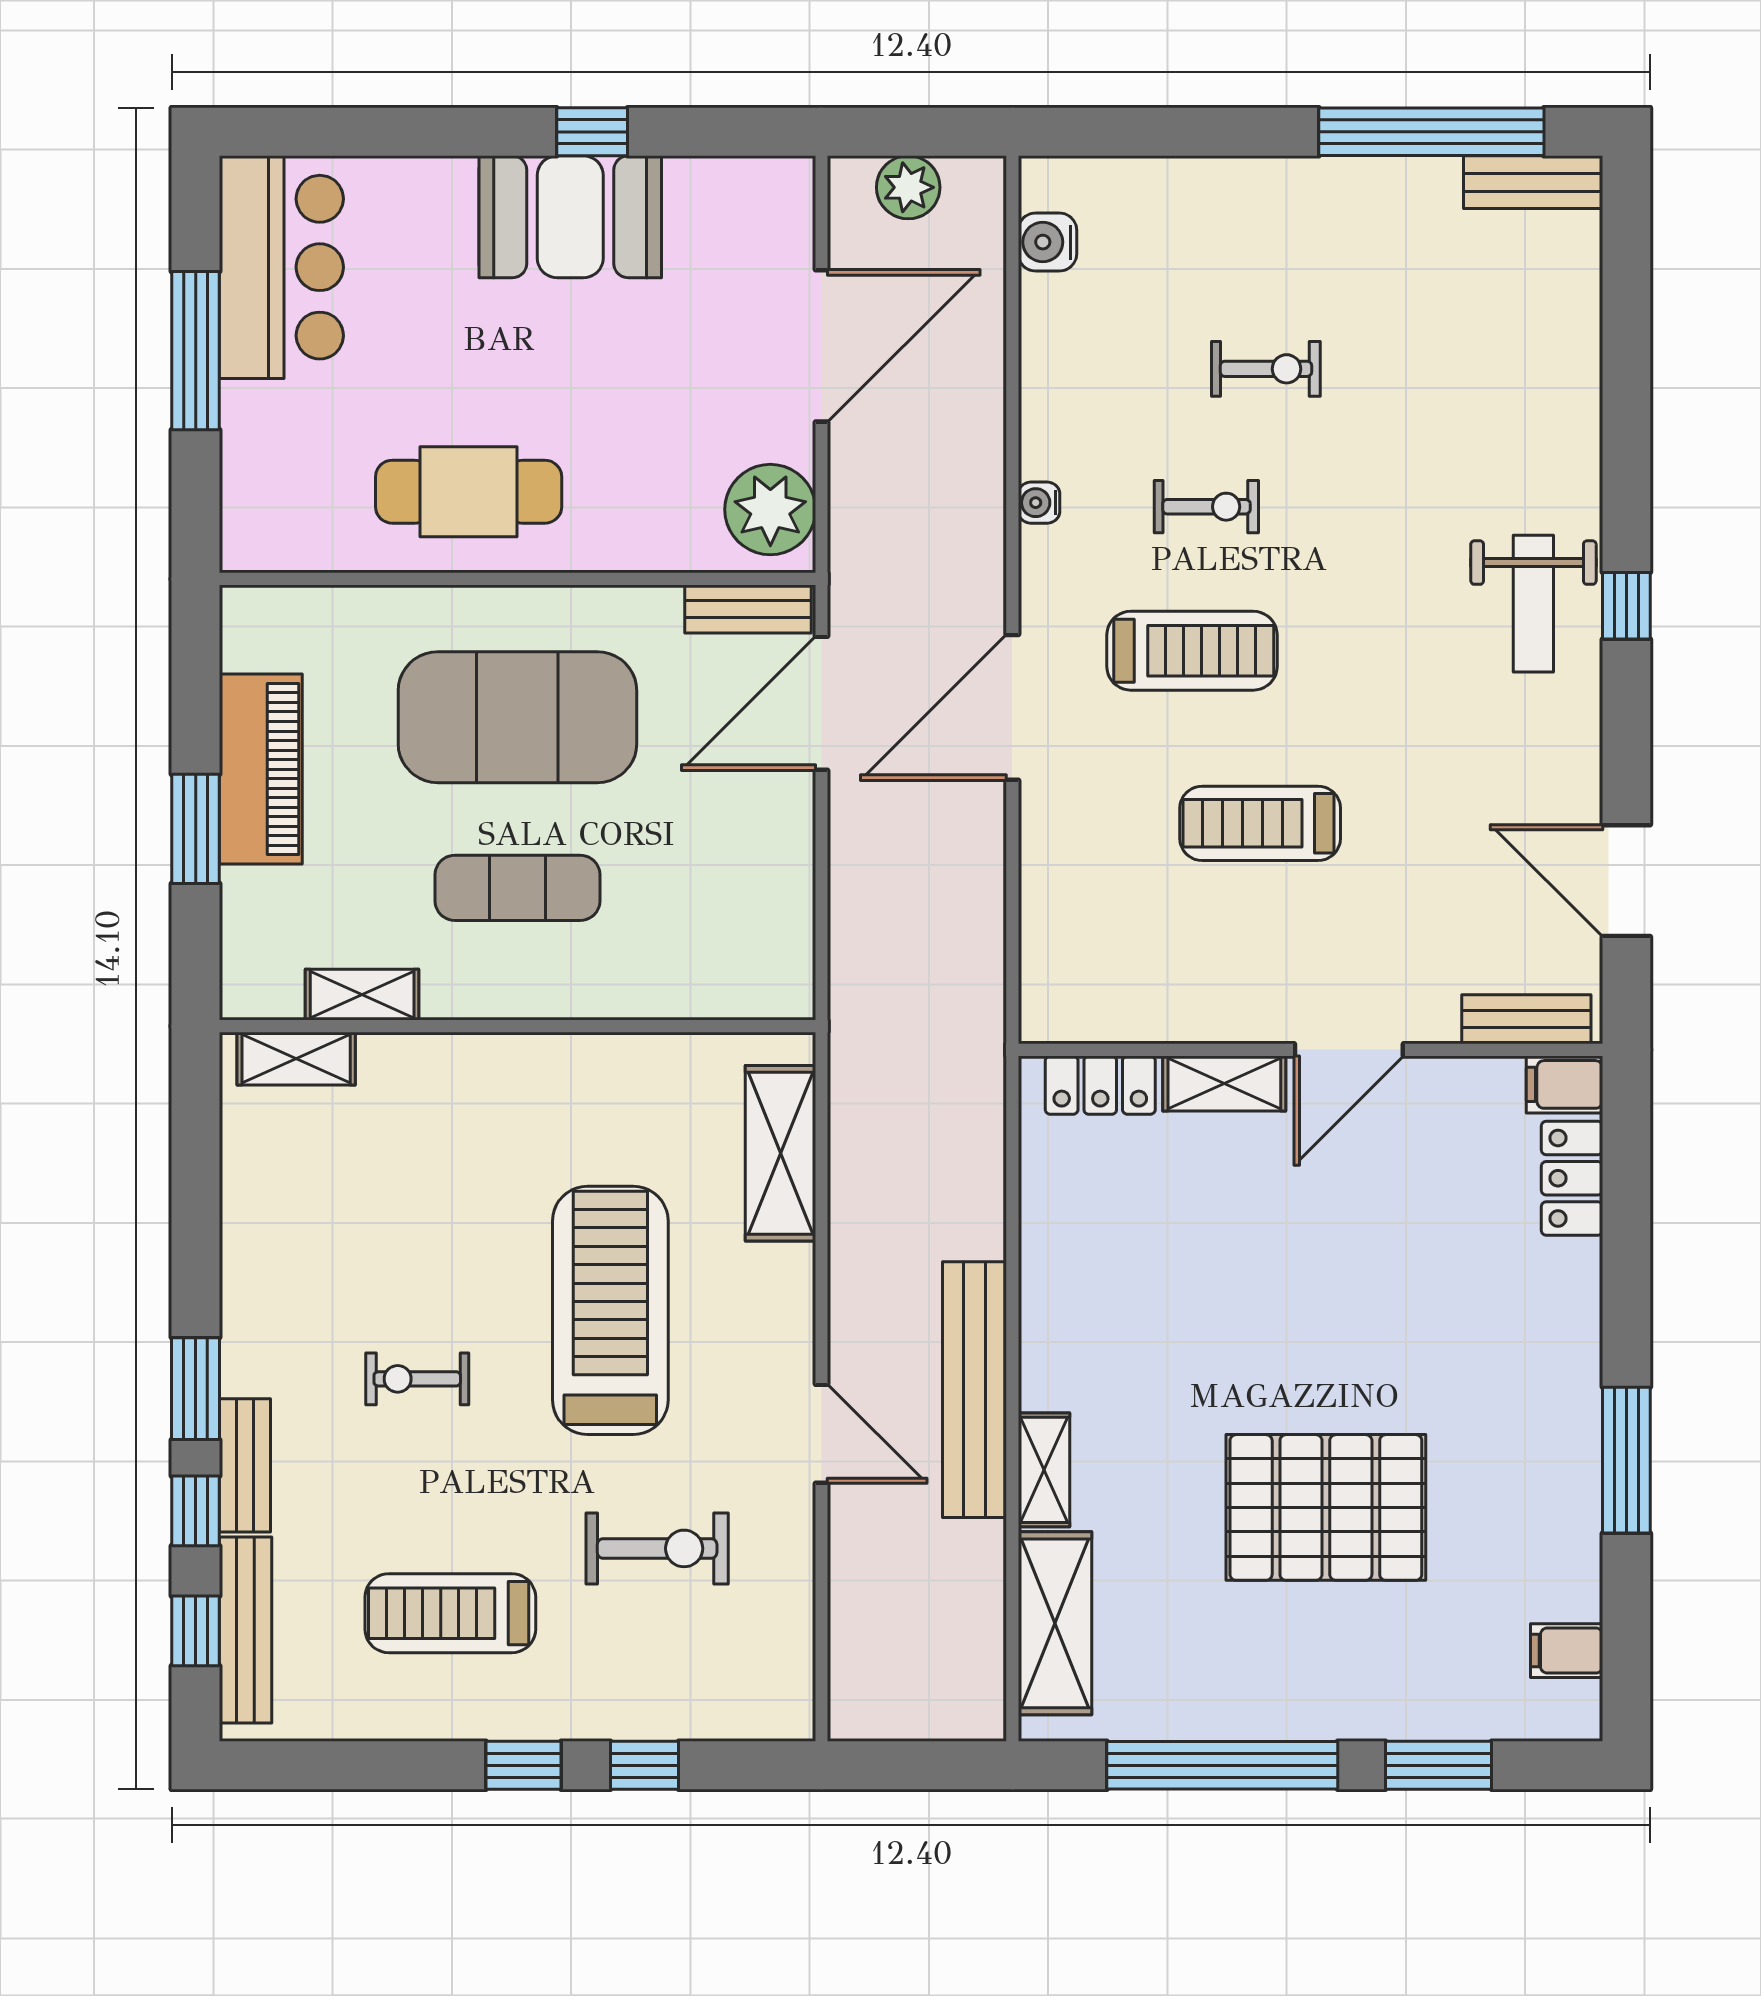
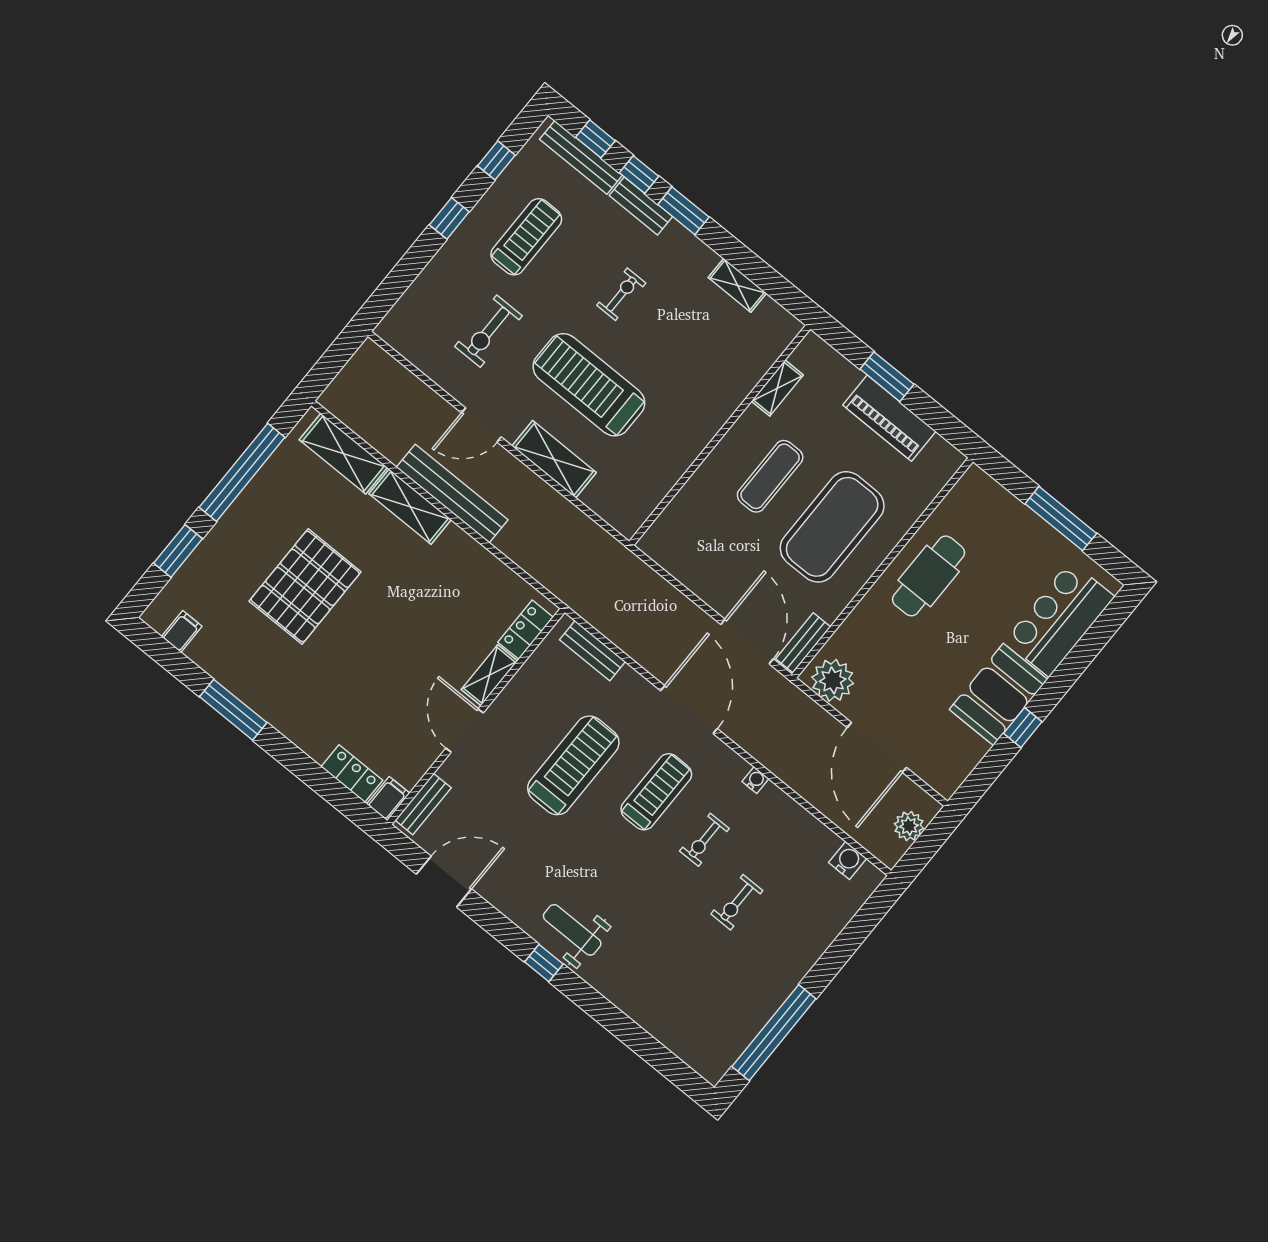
bench: (1533, 182) -> (592, 651), moved, turned 90
bar counter: (281, 267) -> (1060, 619), moved, turned 90
treadmill: (1192, 651) -> (656, 792), turned 180
treadmill: (1260, 823) -> (573, 765), width x1.37, depth x1.38
shelving: (296, 1059) -> (737, 285), moved, turned 90
shelving: (780, 1153) -> (554, 459), moved
treadmill: (610, 1310) -> (589, 385), turned 180
shelving: (1044, 1470) -> (410, 507), width x1.50, depth x1.33
window: (644, 1765) -> (496, 160), moved

